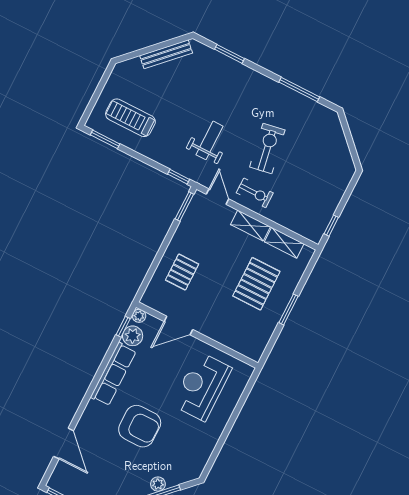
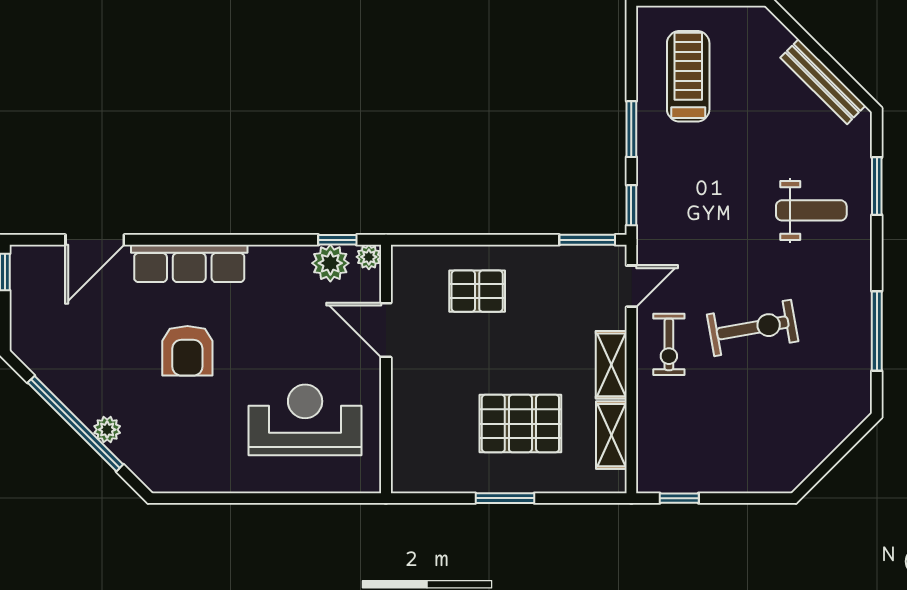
window: (105, 139) -> (631, 129), moved
weight bench: (210, 140) -> (811, 210), moved
row of seats: (113, 374) -> (189, 263), moved
armchair: (140, 426) -> (187, 351), width x0.73, depth x0.73

